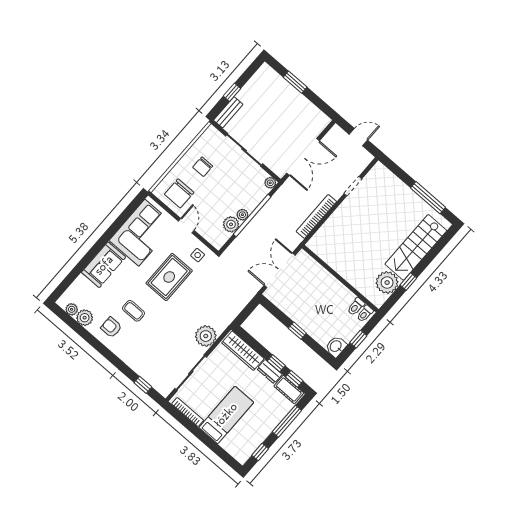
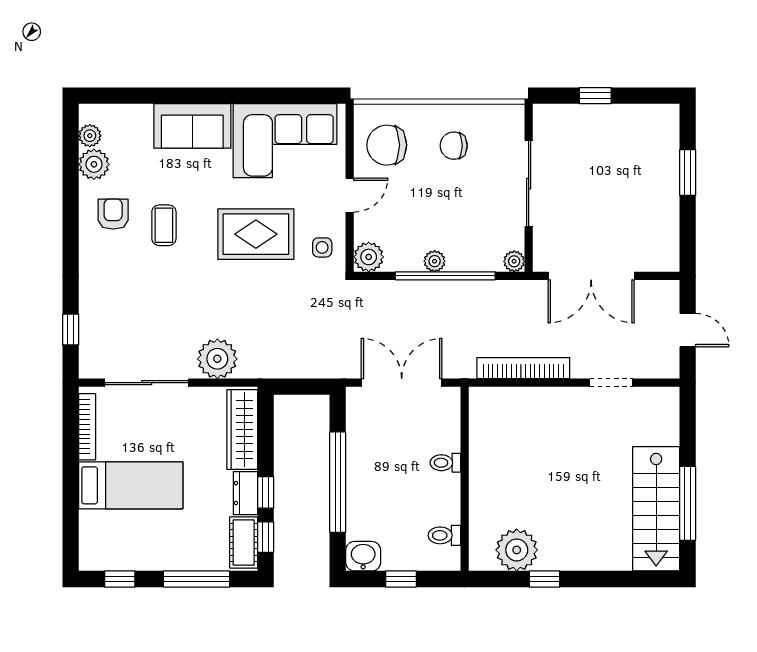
bench: (228, 112) -> (562, 115), removed
plant: (231, 224) -> (369, 257), moved
stairs: (416, 247) -> (656, 509), moved, turned -90
toilet: (365, 314) -> (445, 463), moved
window: (297, 331) -> (338, 482), width x3.17

